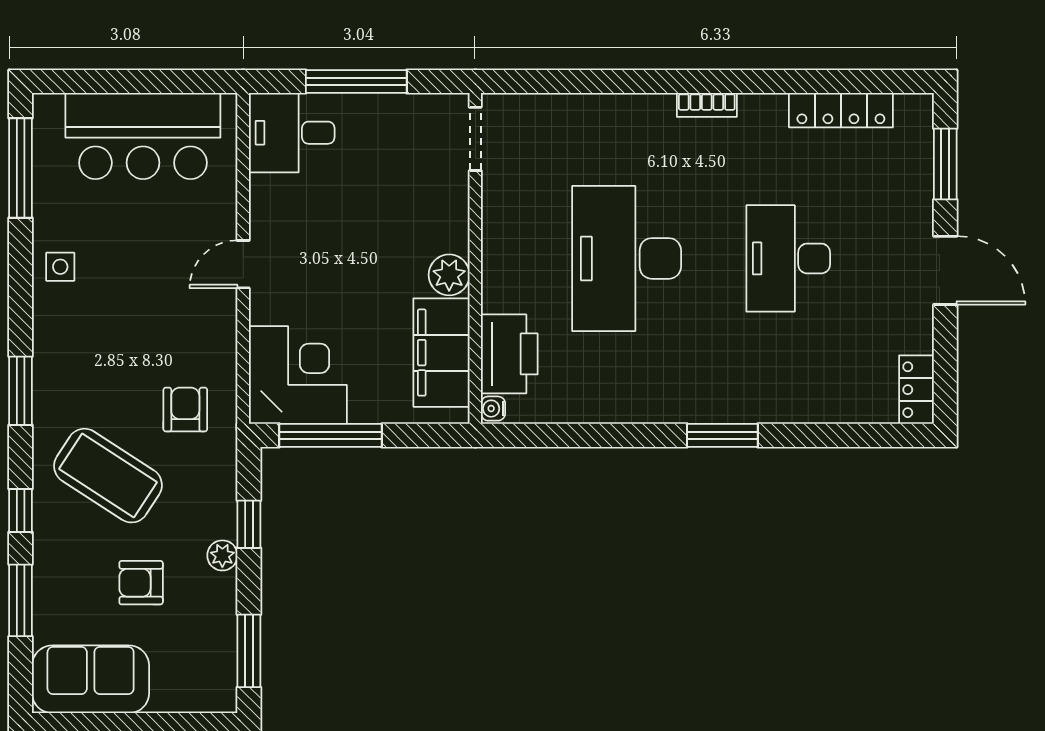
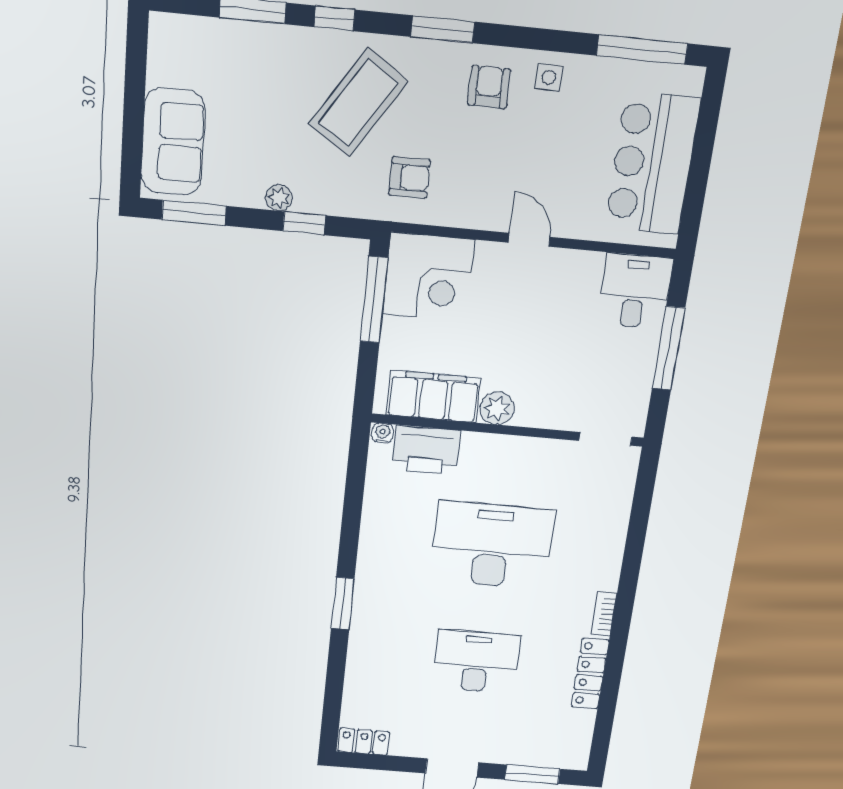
locker: (841, 110) -> (590, 674), moved
armchair: (141, 583) -> (489, 87), moved
sofa: (91, 679) -> (173, 142), moved

